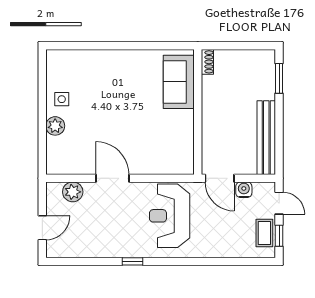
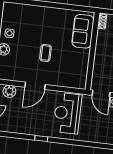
coffee table: (123, 124) -> (46, 53), added
door: (112, 178) -> (35, 86), swing flipped

